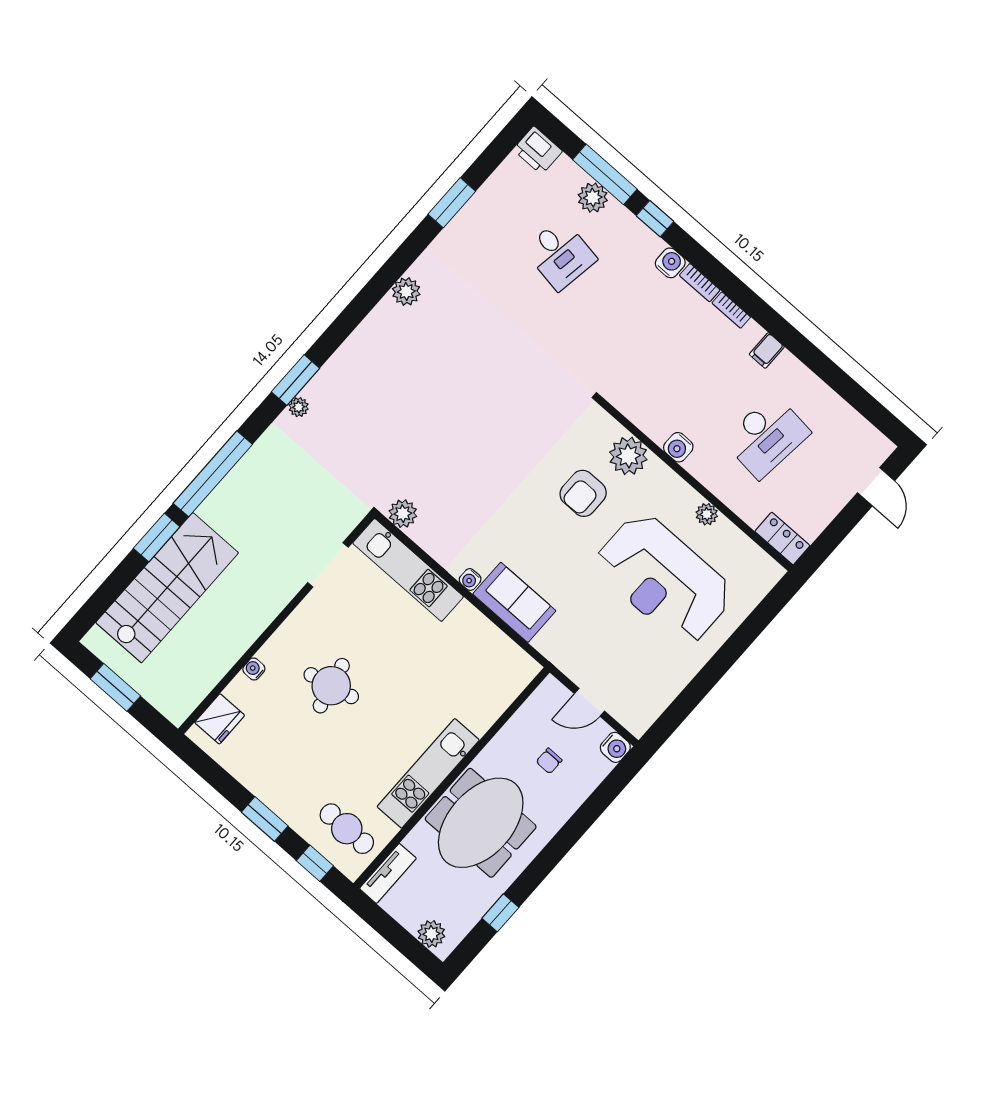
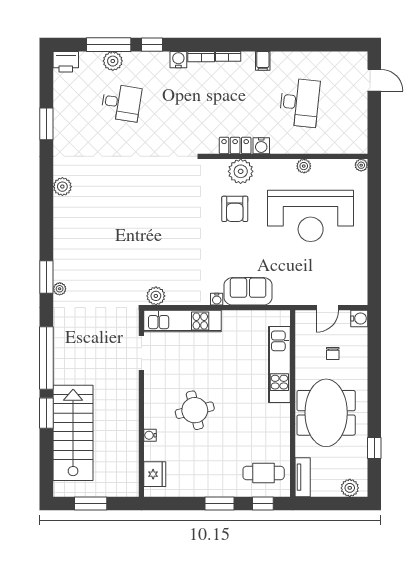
locker: (782, 539) -> (235, 145), moved
plant: (774, 572) -> (361, 165), added
kitchen unit: (428, 773) -> (279, 365), moved

